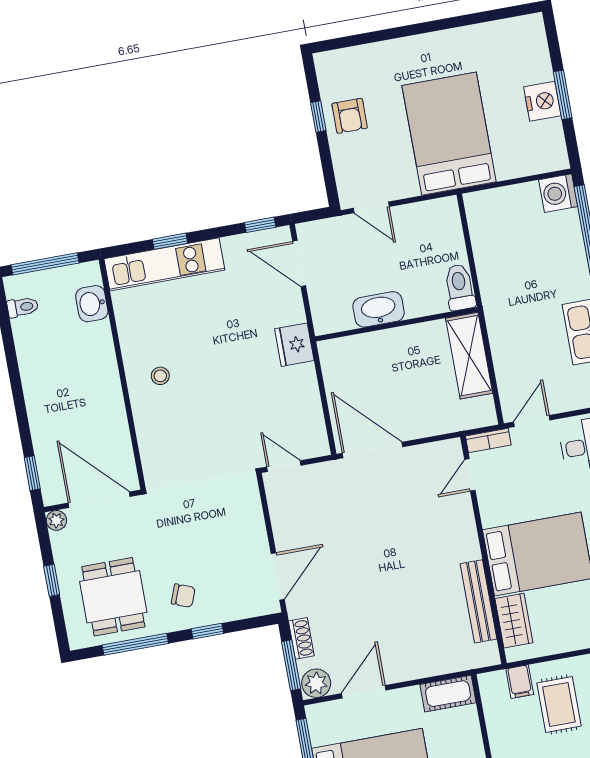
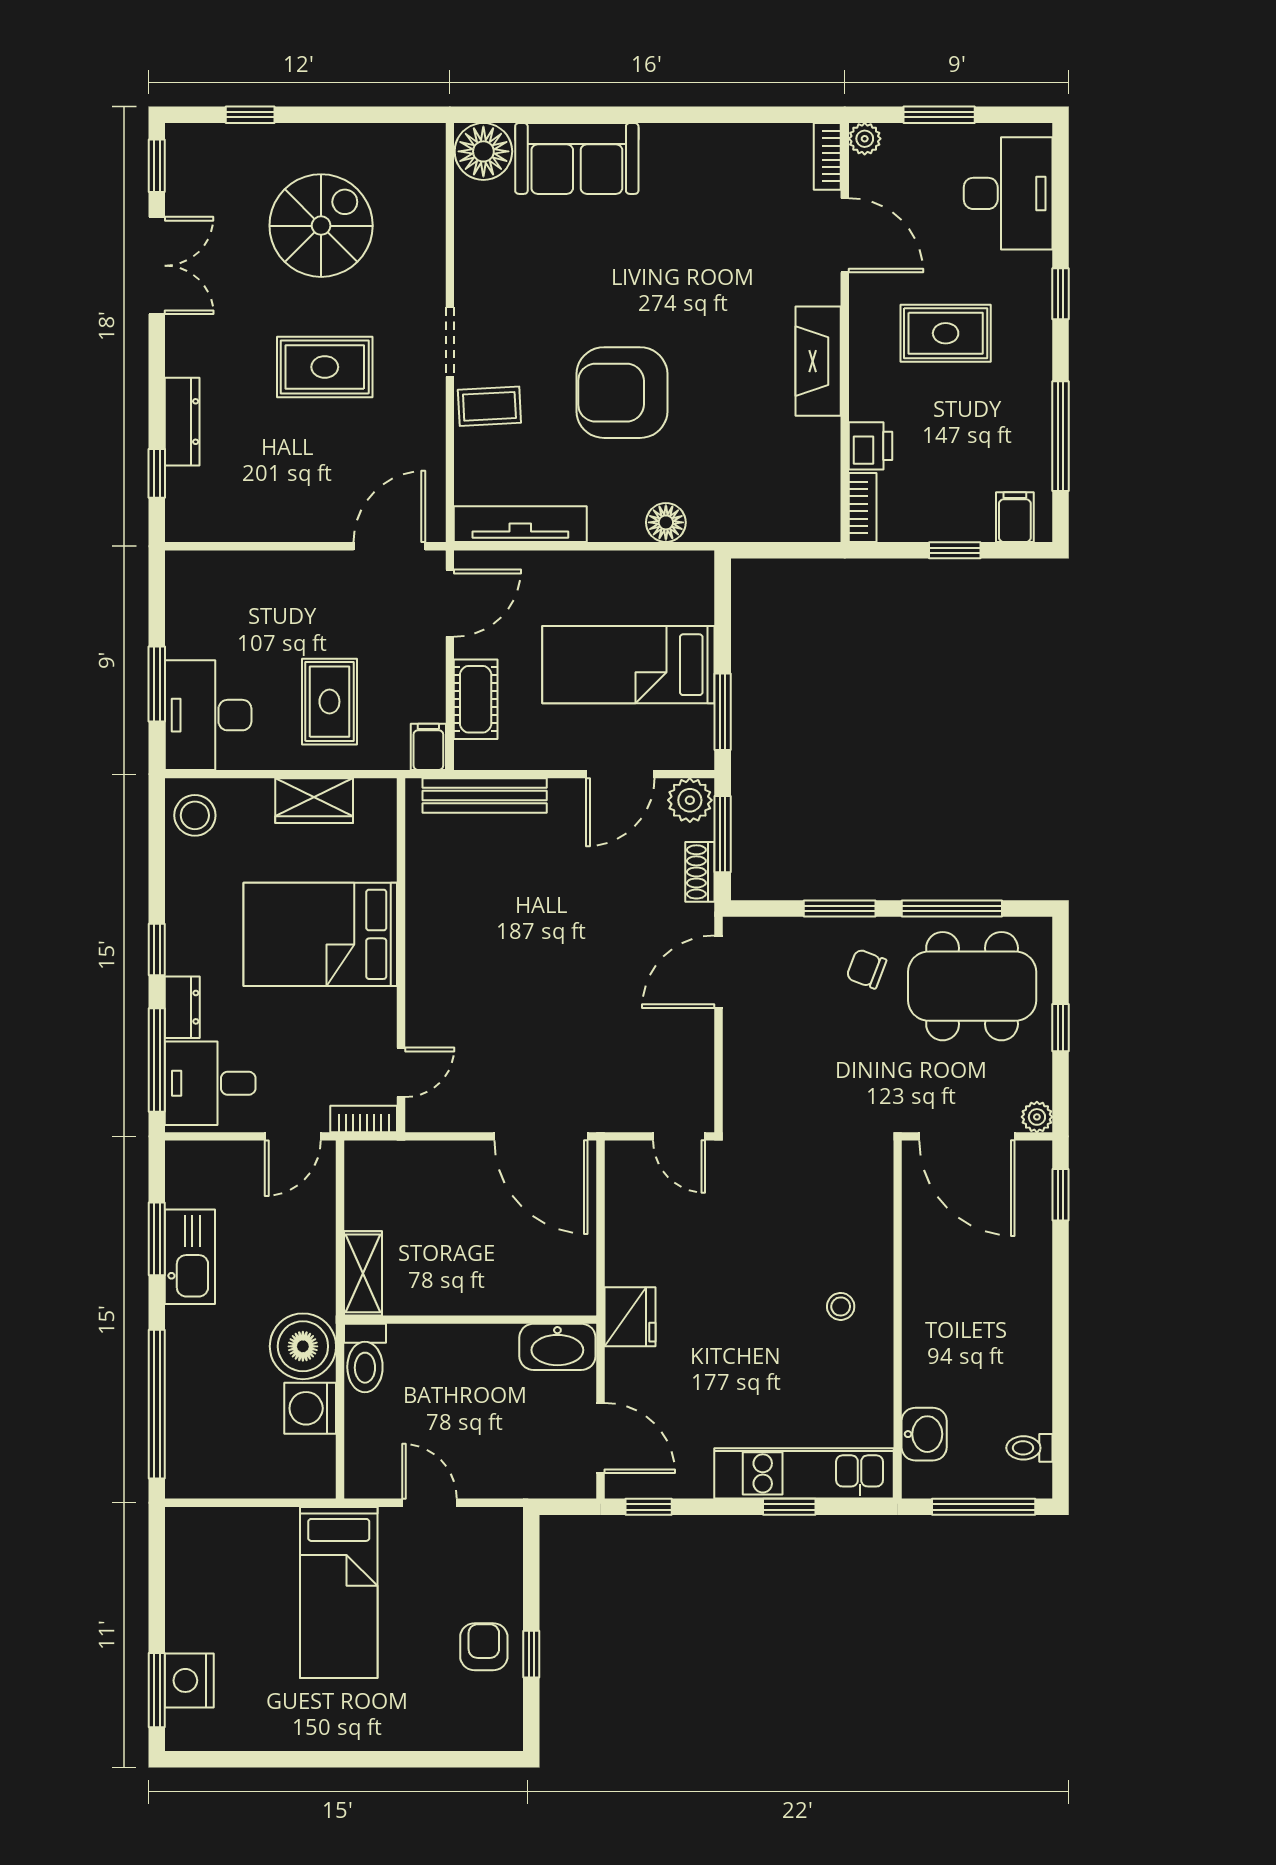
window: (563, 95) -> (157, 1690), moved
nightstand: (542, 101) -> (189, 1680), moved
bed: (449, 134) -> (339, 1592), width x0.67
washing machine: (558, 193) -> (310, 1408), moved, turned 180
door: (371, 207) -> (430, 1503), moved
boiler: (501, 288) -> (303, 1346), added
washbasin: (379, 309) -> (557, 1347), moved
shelving: (469, 356) -> (363, 1273), width x0.67, depth x0.75
dining table: (113, 597) -> (972, 986), width x1.38
bench: (479, 601) -> (485, 796), moved, turned 90
wardrobe: (514, 621) -> (314, 801), moved, turned -90
window: (207, 631) -> (840, 908), width x1.50
filing cabinet: (520, 682) -> (428, 747), moved
cot: (448, 694) -> (476, 699), moved, turned 90

